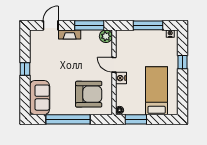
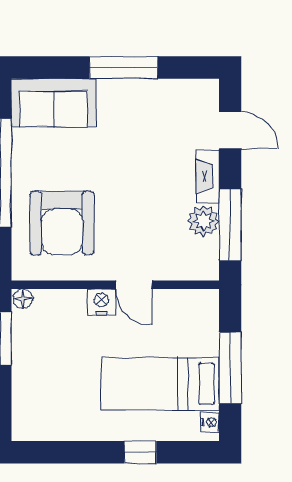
plant: (106, 36) -> (203, 221), moved
door: (114, 65) -> (134, 285), swing flipped
window: (25, 69) -> (123, 67), width x2.17
bed: (157, 91) -> (160, 384), moved, turned 180

